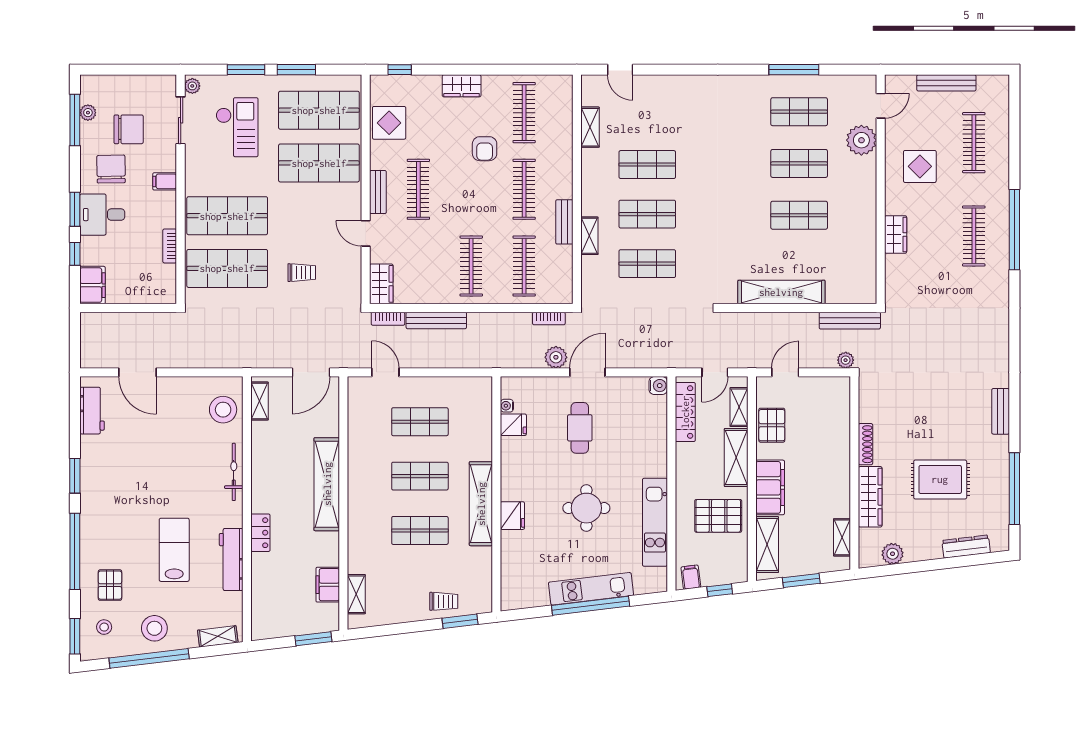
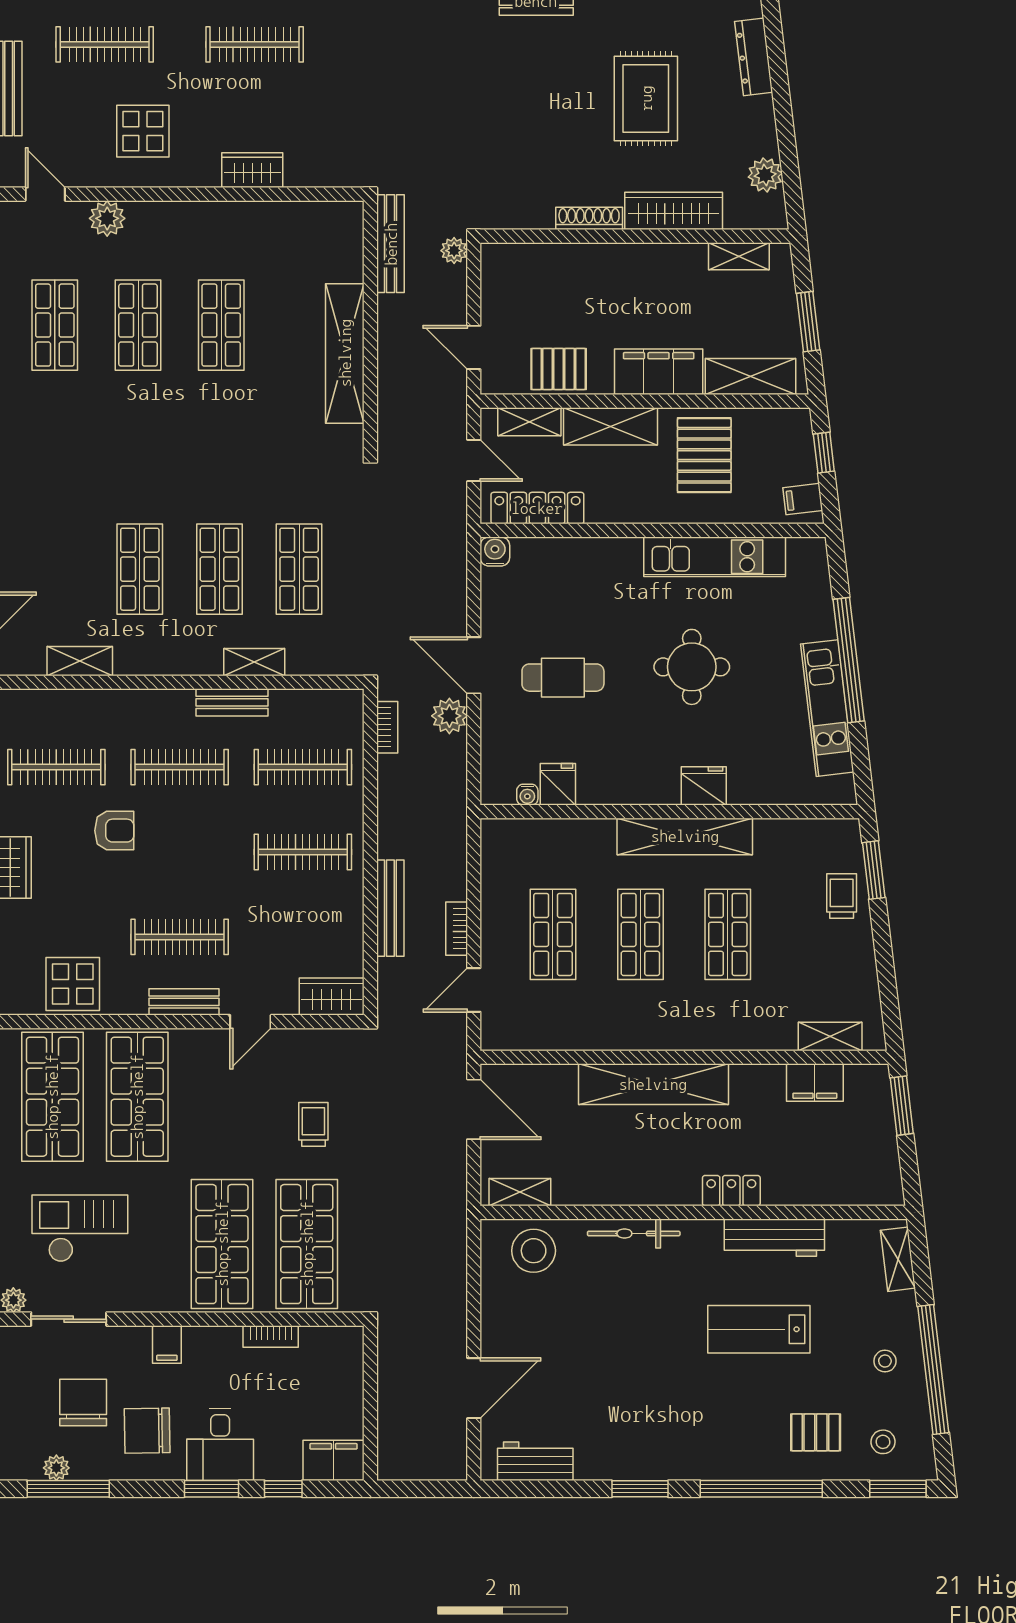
plant: (861, 140) -> (107, 218), width x0.73, depth x0.73
bookcase: (388, 319) -> (457, 929), moved, turned 180
kitchen unit: (591, 589) -> (827, 708), moved
stool: (154, 628) -> (885, 1361), width x0.53, depth x0.53

